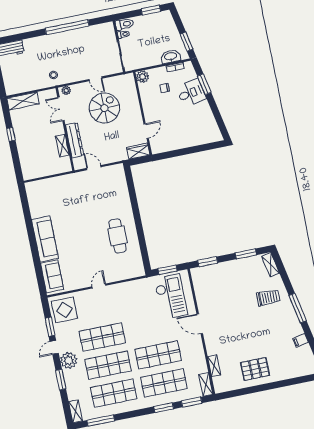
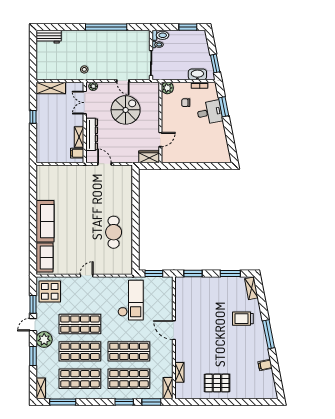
filing cabinet: (64, 162) -> (77, 153), added
checkout: (171, 297) -> (131, 300), moved
trolley: (268, 298) -> (243, 319), turned 180

